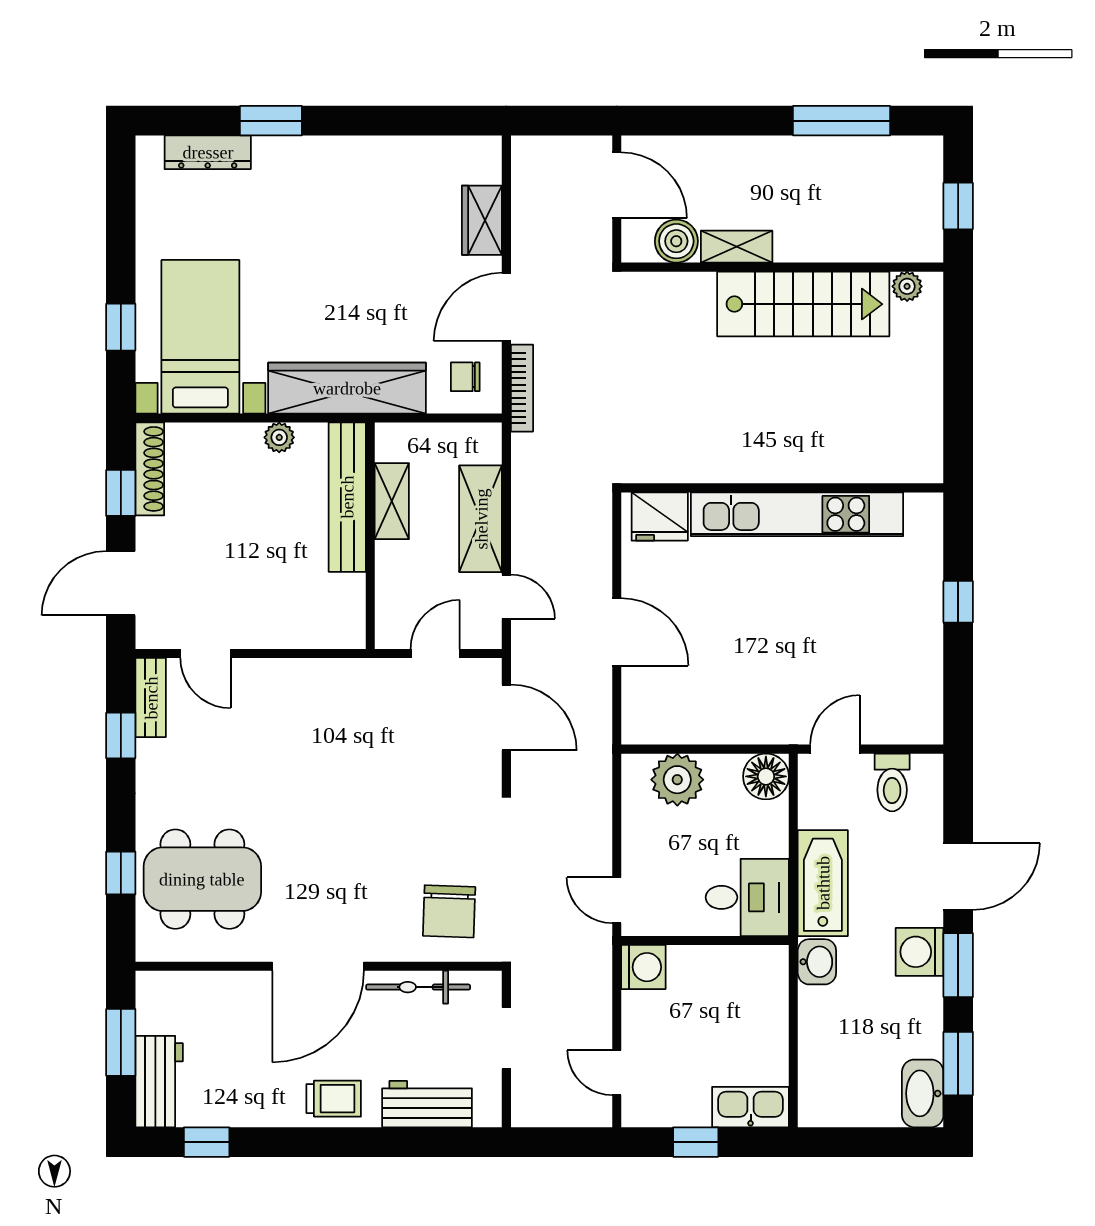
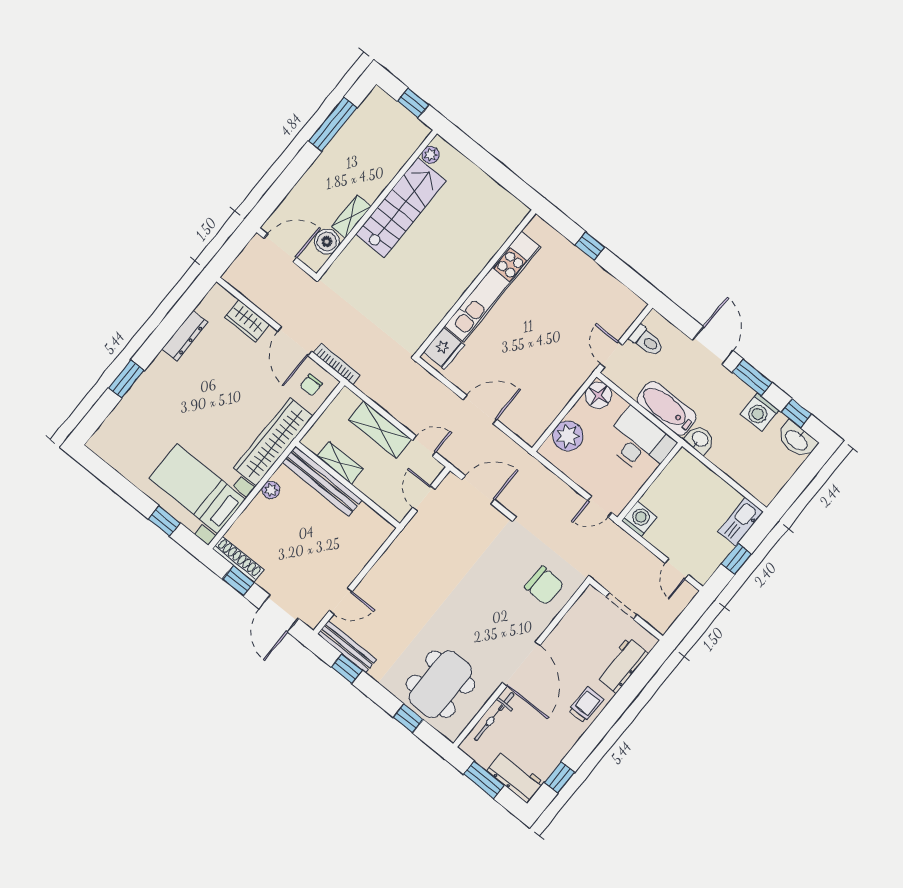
dresser: (208, 152) -> (185, 336), moved
bench: (151, 698) -> (347, 647), width x1.36
desk: (747, 897) -> (639, 442), width x1.37
washing machine: (920, 952) -> (759, 412), moved
bicycle: (418, 987) -> (494, 716), moved
window: (958, 1064) -> (796, 413), width x0.67
door: (617, 1073) -> (677, 569), hinge flipped

